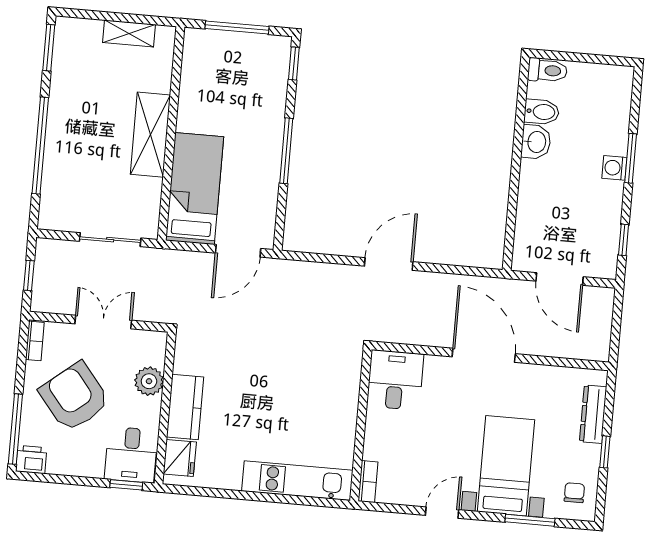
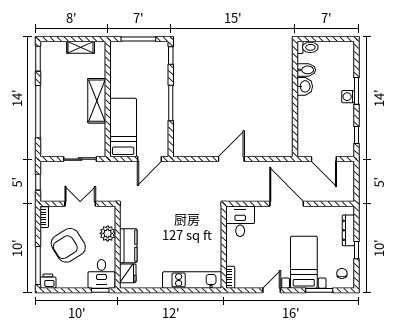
armchair: (74, 397) -> (68, 245), turned -83

